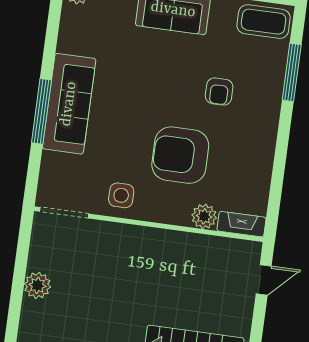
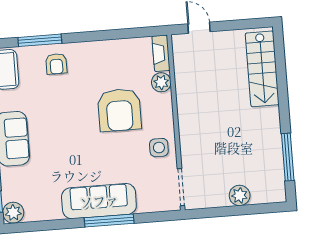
armchair: (219, 92) -> (56, 64), moved, turned 90

